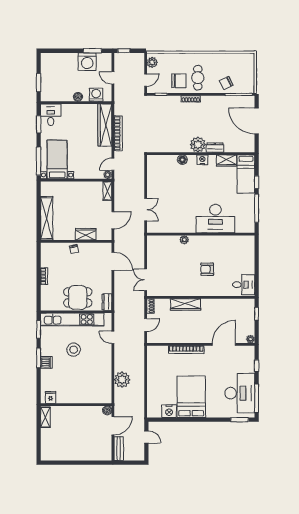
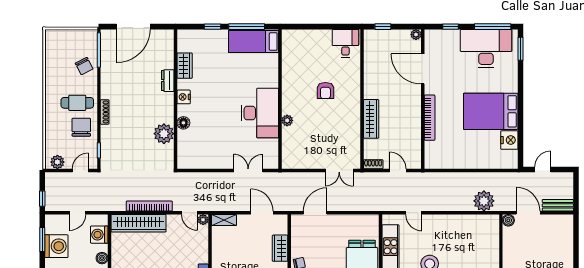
door: (146, 80) -> (80, 170), hinge flipped
plant: (198, 145) -> (164, 134), moved
bed: (246, 174) -> (253, 42), moved, turned 180
desk: (215, 219) -> (260, 113), moved
dresser: (107, 302) -> (368, 221), removed
door: (113, 337) -> (414, 213), hinge flipped
plant: (122, 380) -> (484, 201), moved

